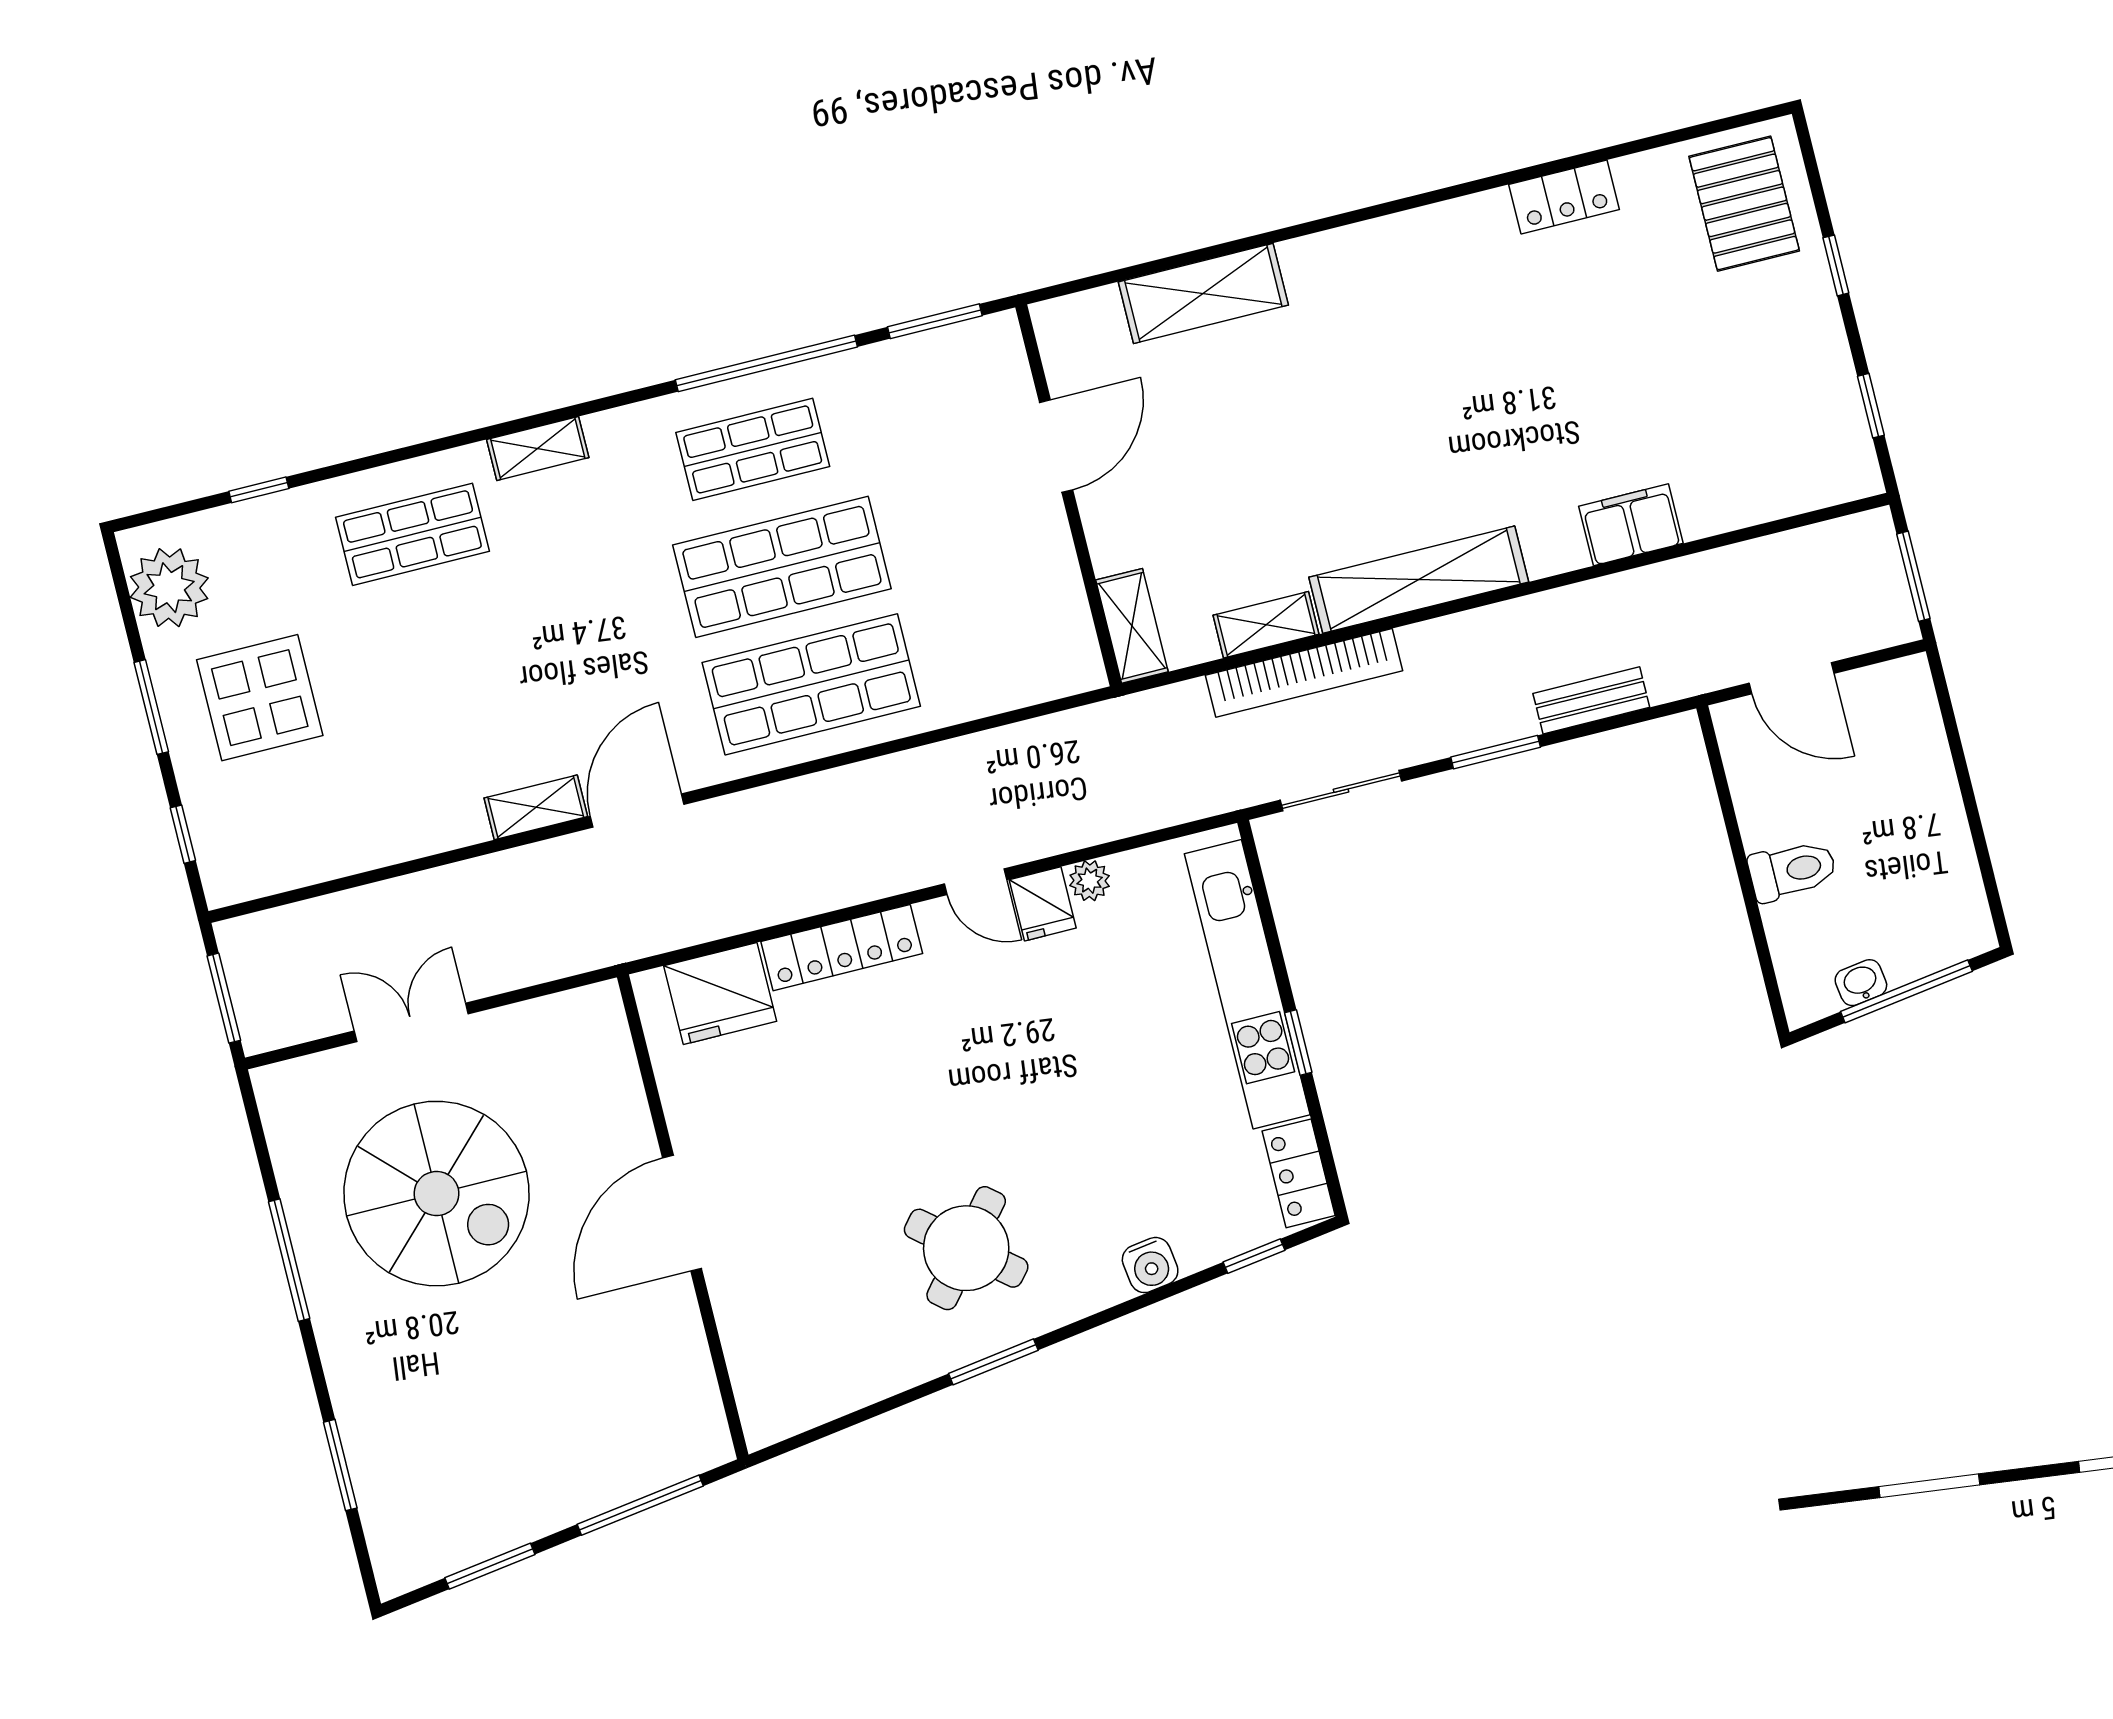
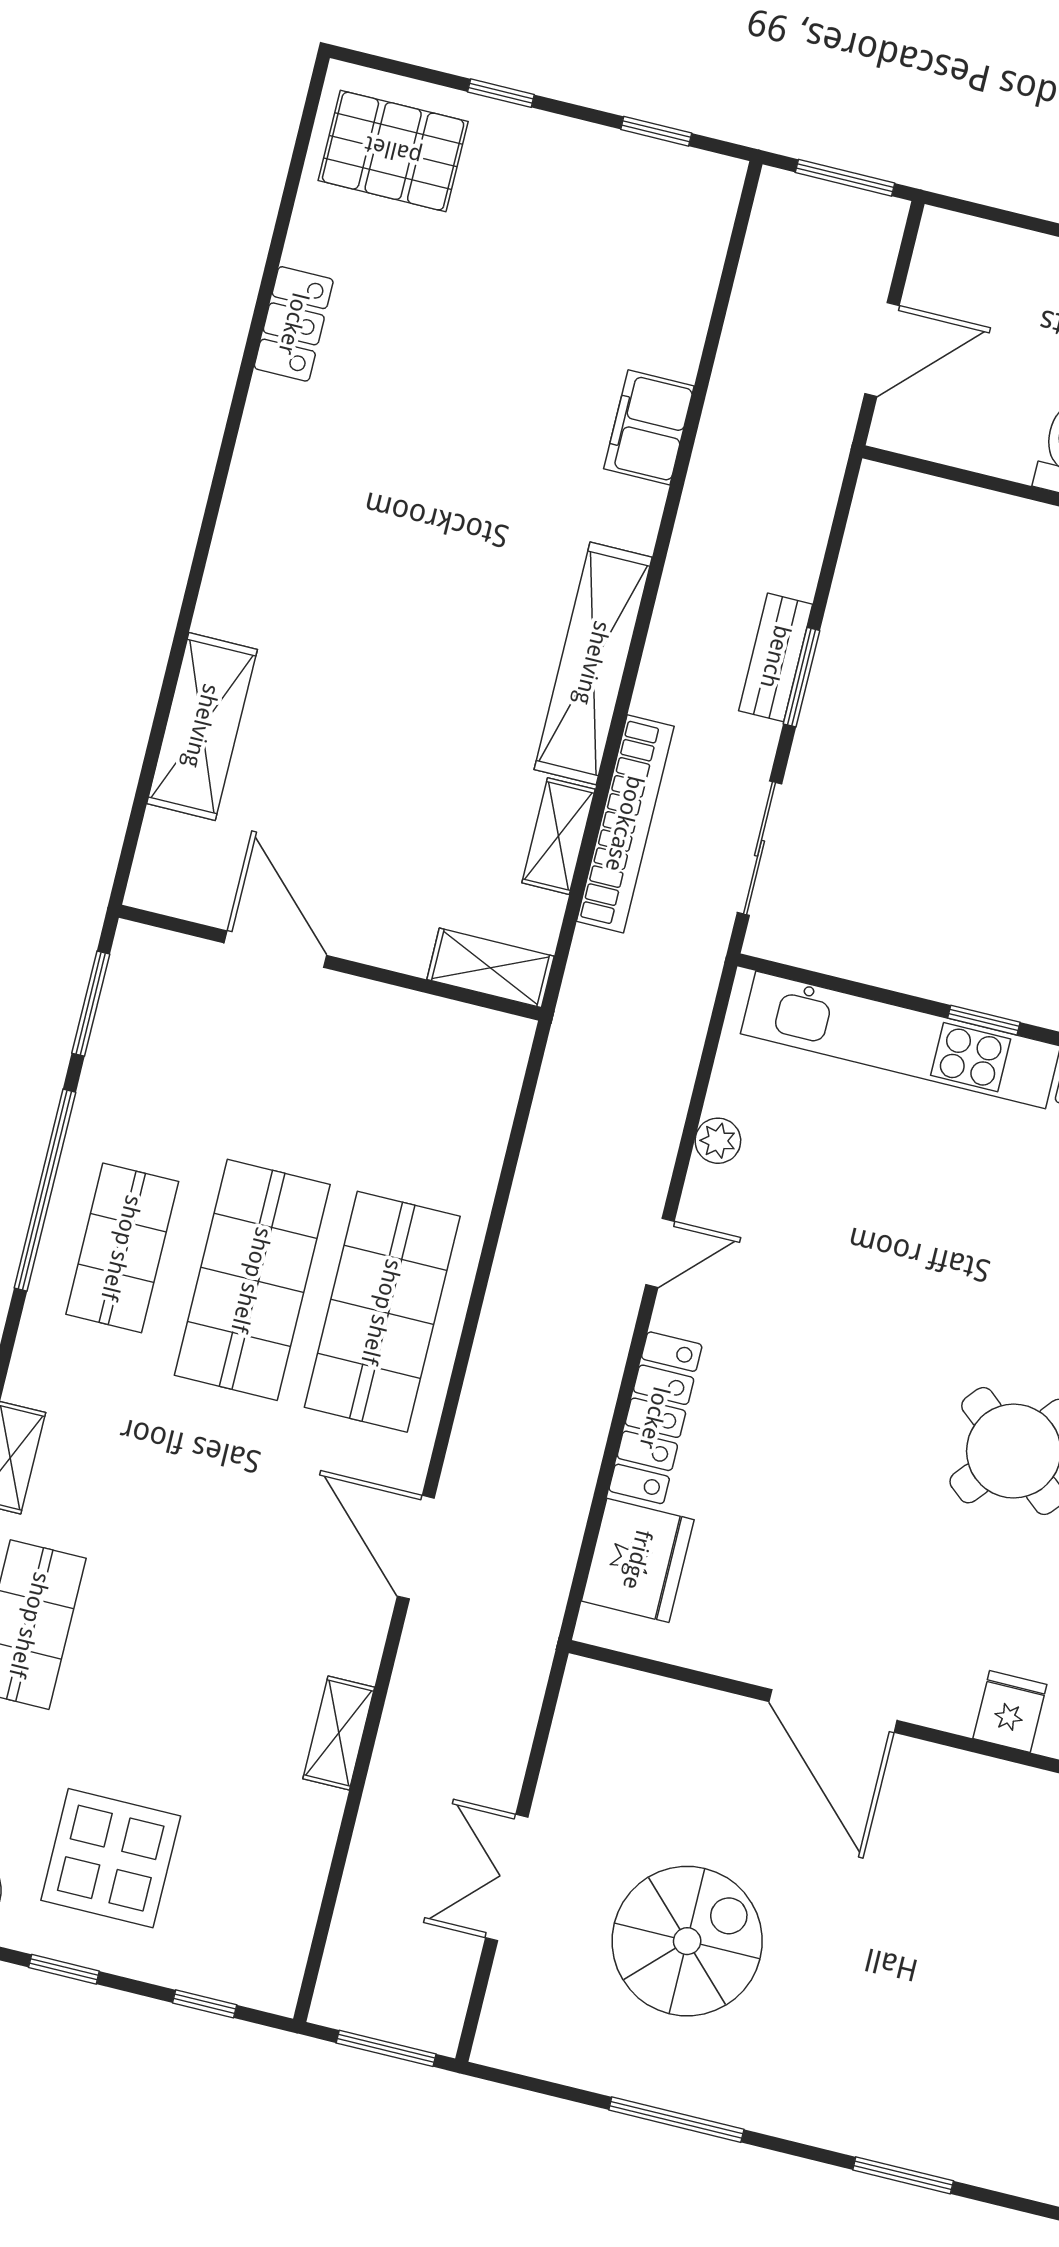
bench: (1591, 700) -> (776, 657), moved
window: (151, 707) -> (64, 1969), width x0.67
shelving: (536, 807) -> (339, 1733), moved
fridge: (1043, 904) -> (1010, 1712), moved, turned -90
spiral stairs: (437, 1194) -> (687, 1941), width x0.73, depth x0.73

